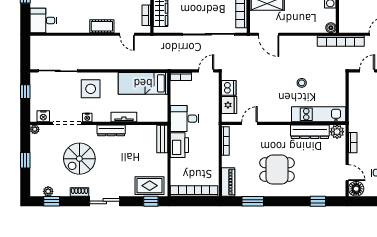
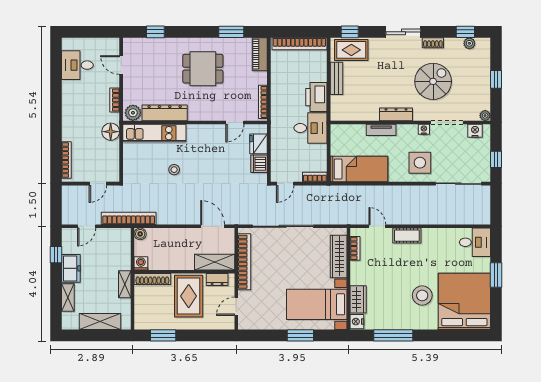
bench: (162, 139) -> (336, 78), moved
floor lamp: (356, 189) -> (111, 132), moved

